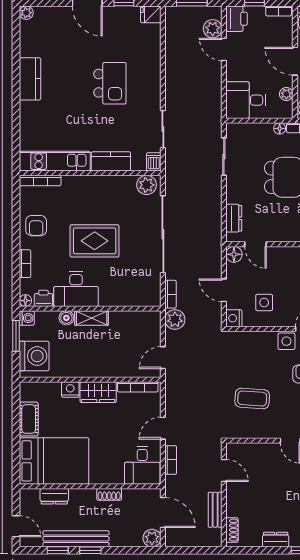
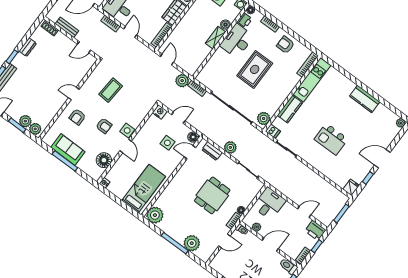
plant: (213, 29) -> (230, 147), moved
side table: (264, 302) -> (167, 143), moved

